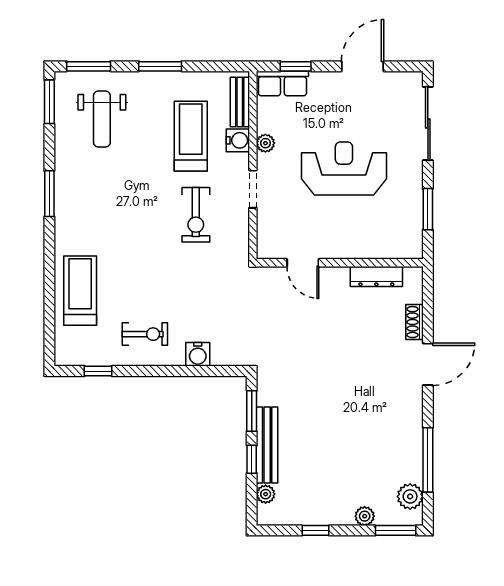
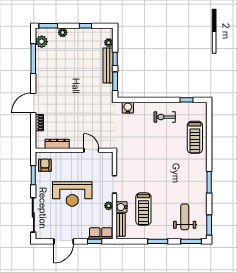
exercise bike: (196, 215) -> (141, 172), removed
armchair: (403, 230) -> (45, 165), added
water cooler: (198, 354) -> (128, 108), moved

